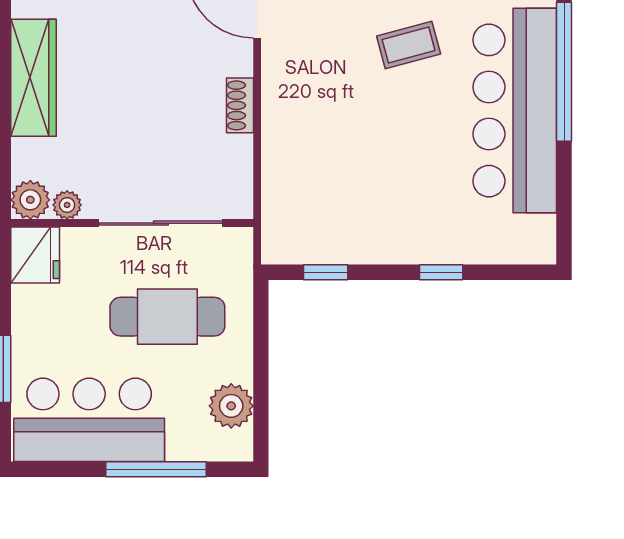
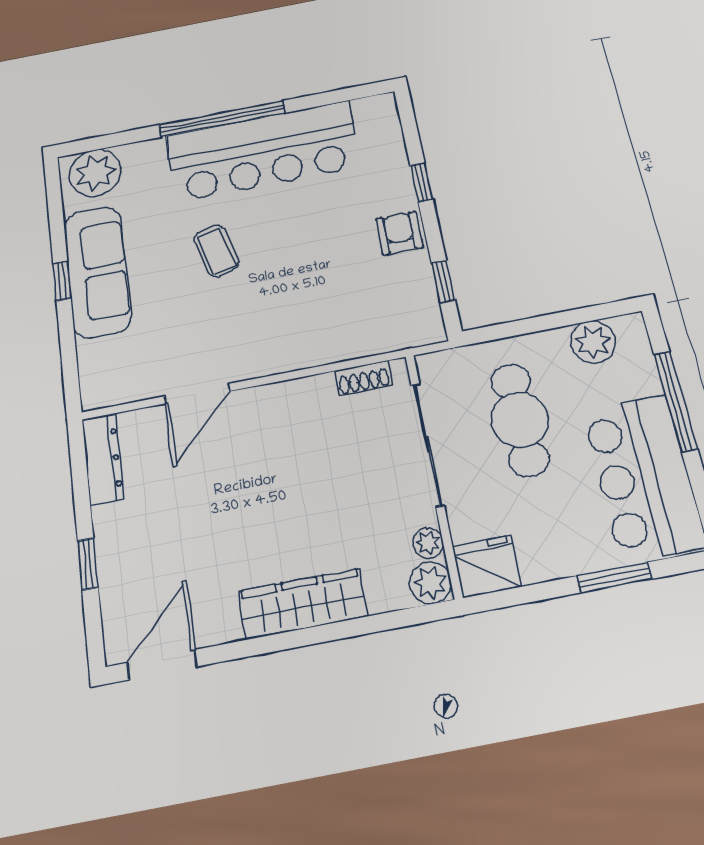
shoe rack: (240, 105) -> (363, 378), moved
armchair: (388, 238) -> (399, 233), added

